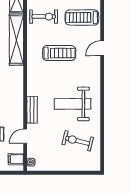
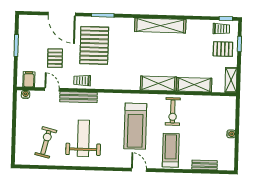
shelving: (16, 40) -> (158, 83), width x0.68
treadmill: (59, 53) -> (135, 126), width x1.37, depth x1.38
trolley: (16, 107) -> (82, 80), added
bench: (32, 110) -> (78, 97), width x1.36

